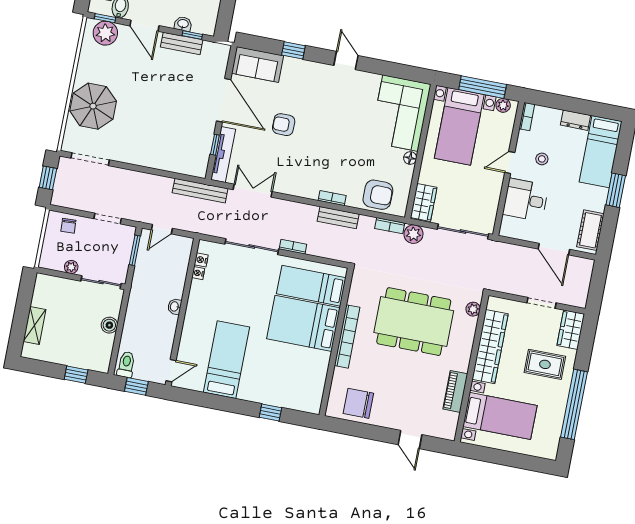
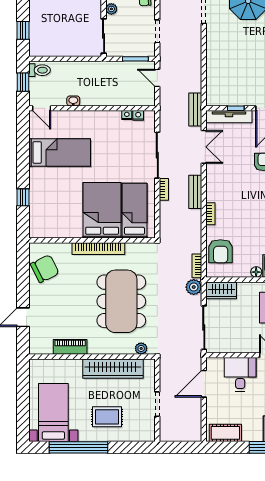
bench: (200, 191) -> (195, 109), width x0.73
bench: (338, 218) -> (195, 192), moved
door: (554, 249) -> (204, 384), moved
washbasin: (175, 307) -> (73, 101), moved
boiler: (109, 325) -> (69, 50), removed
wardrobe: (571, 330) -> (140, 433), removed
rug: (545, 364) -> (107, 417), turned 90
chair: (358, 403) -> (45, 269), turned 64
bed with nightstands: (500, 416) -> (53, 412), moved, turned 180

